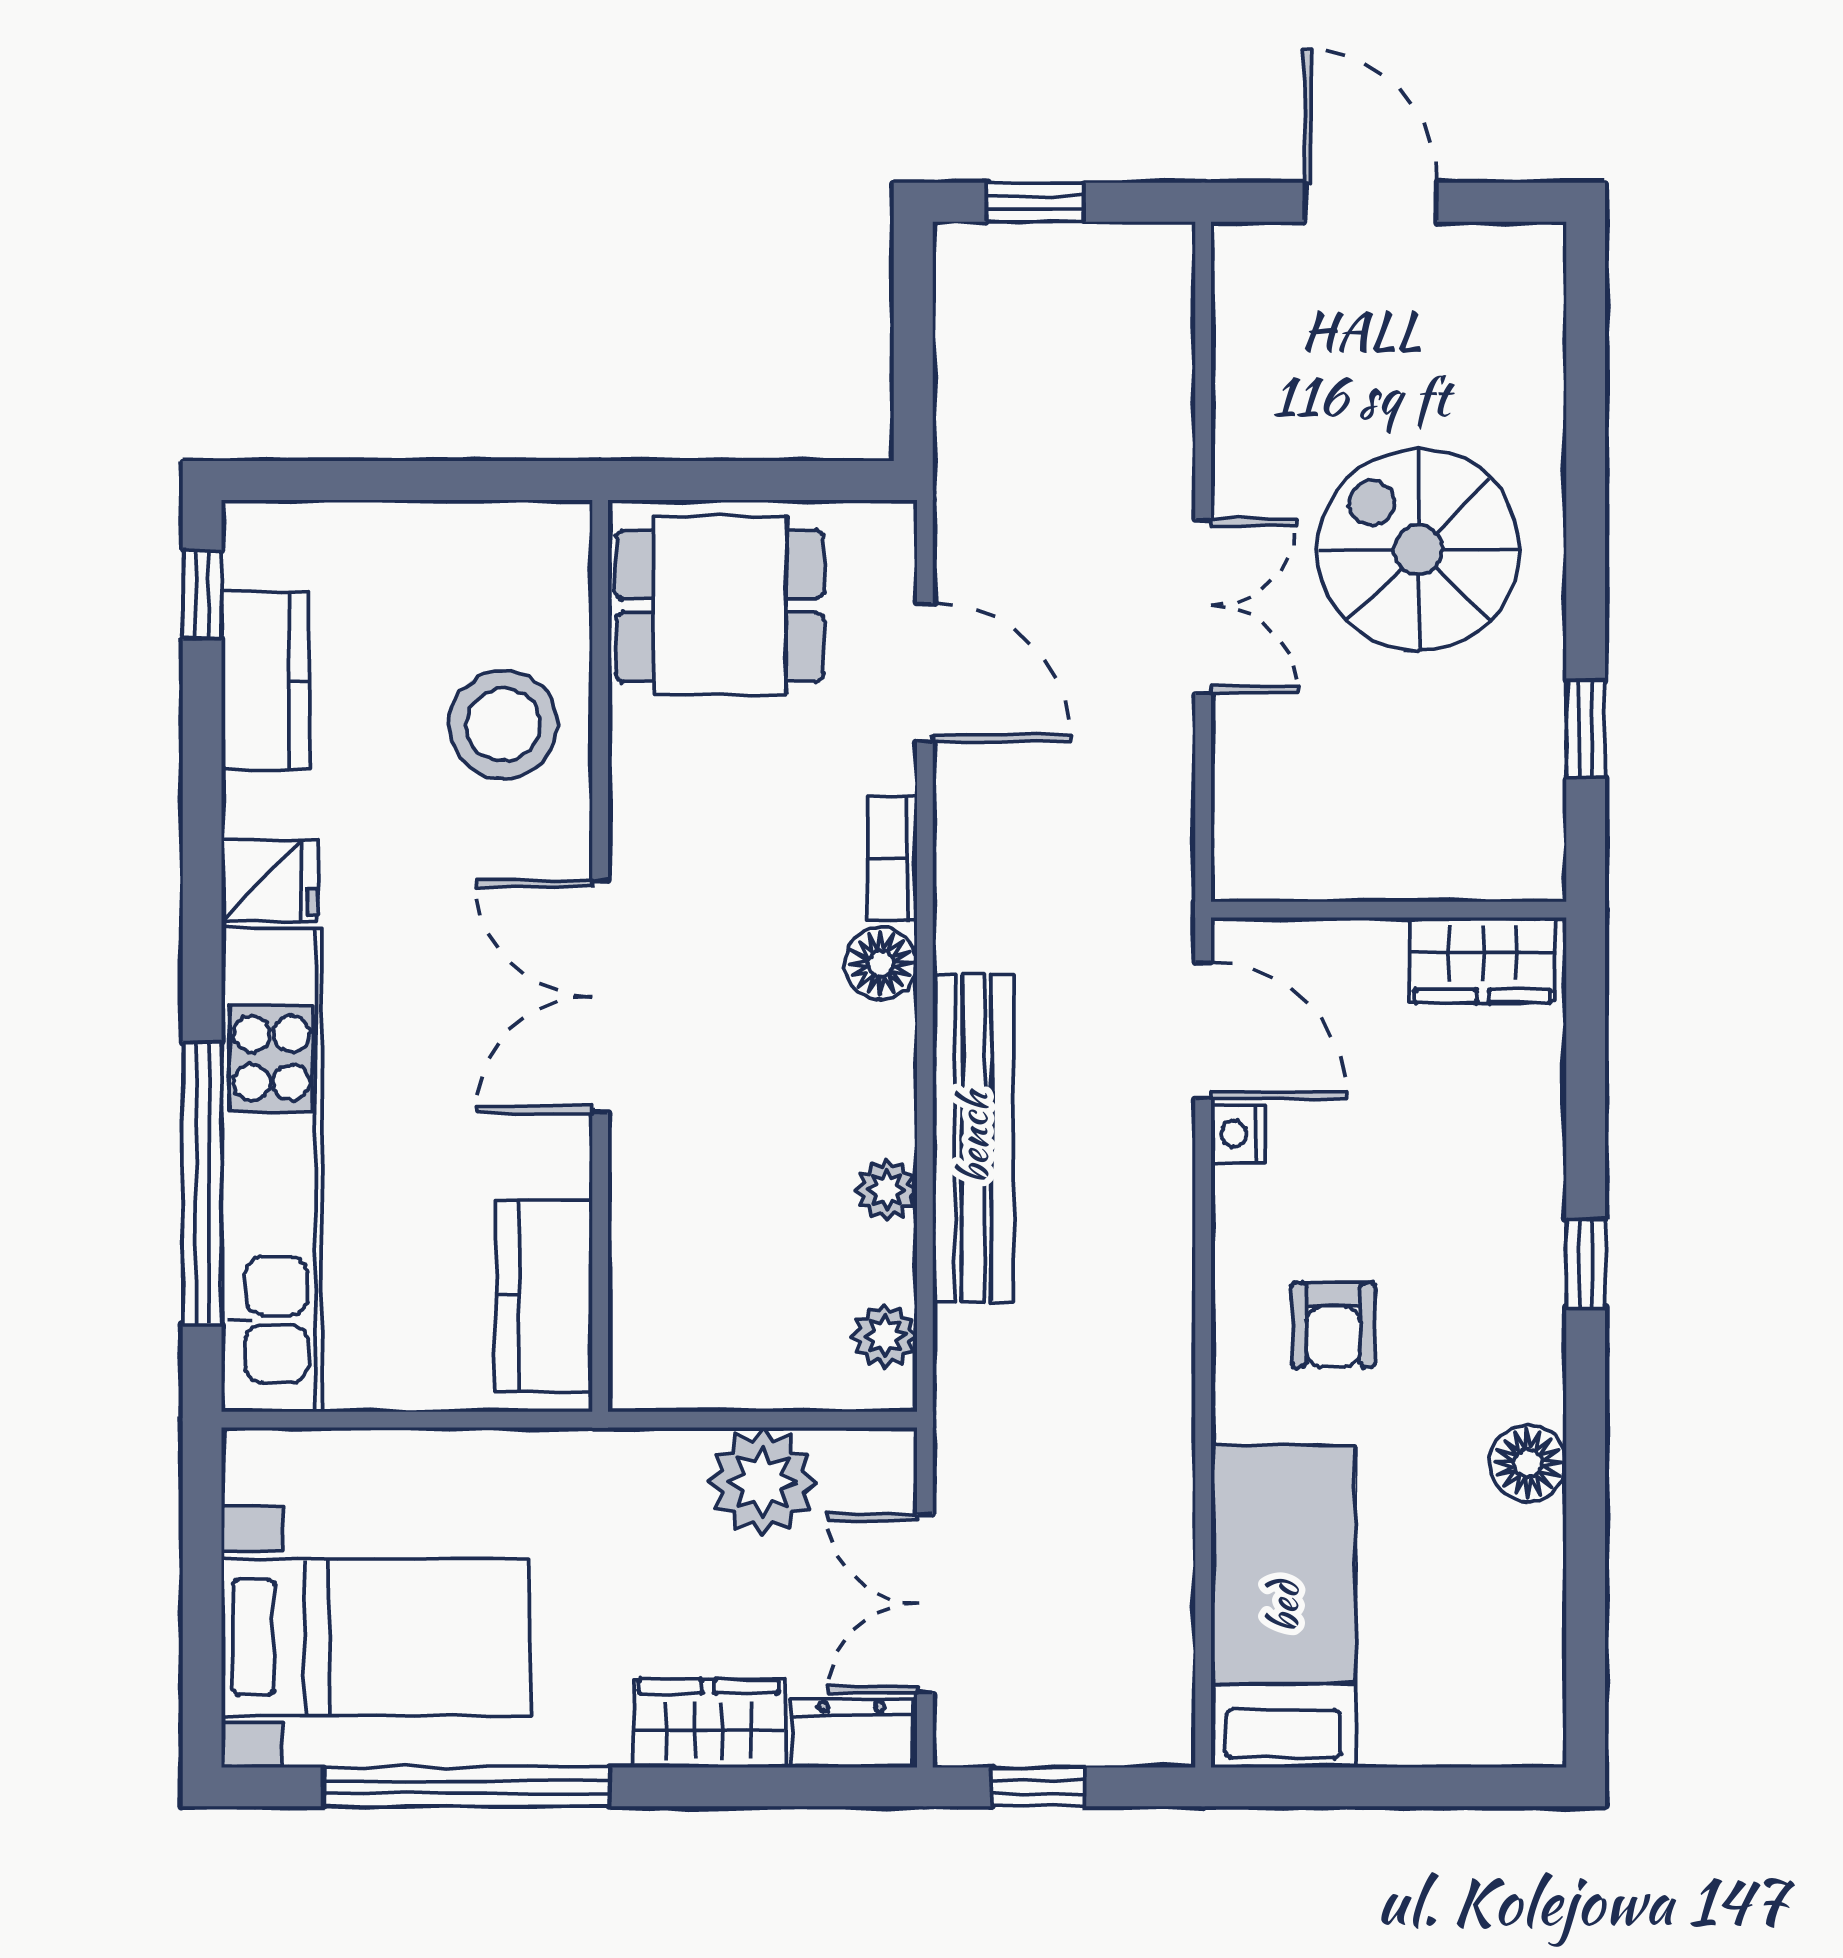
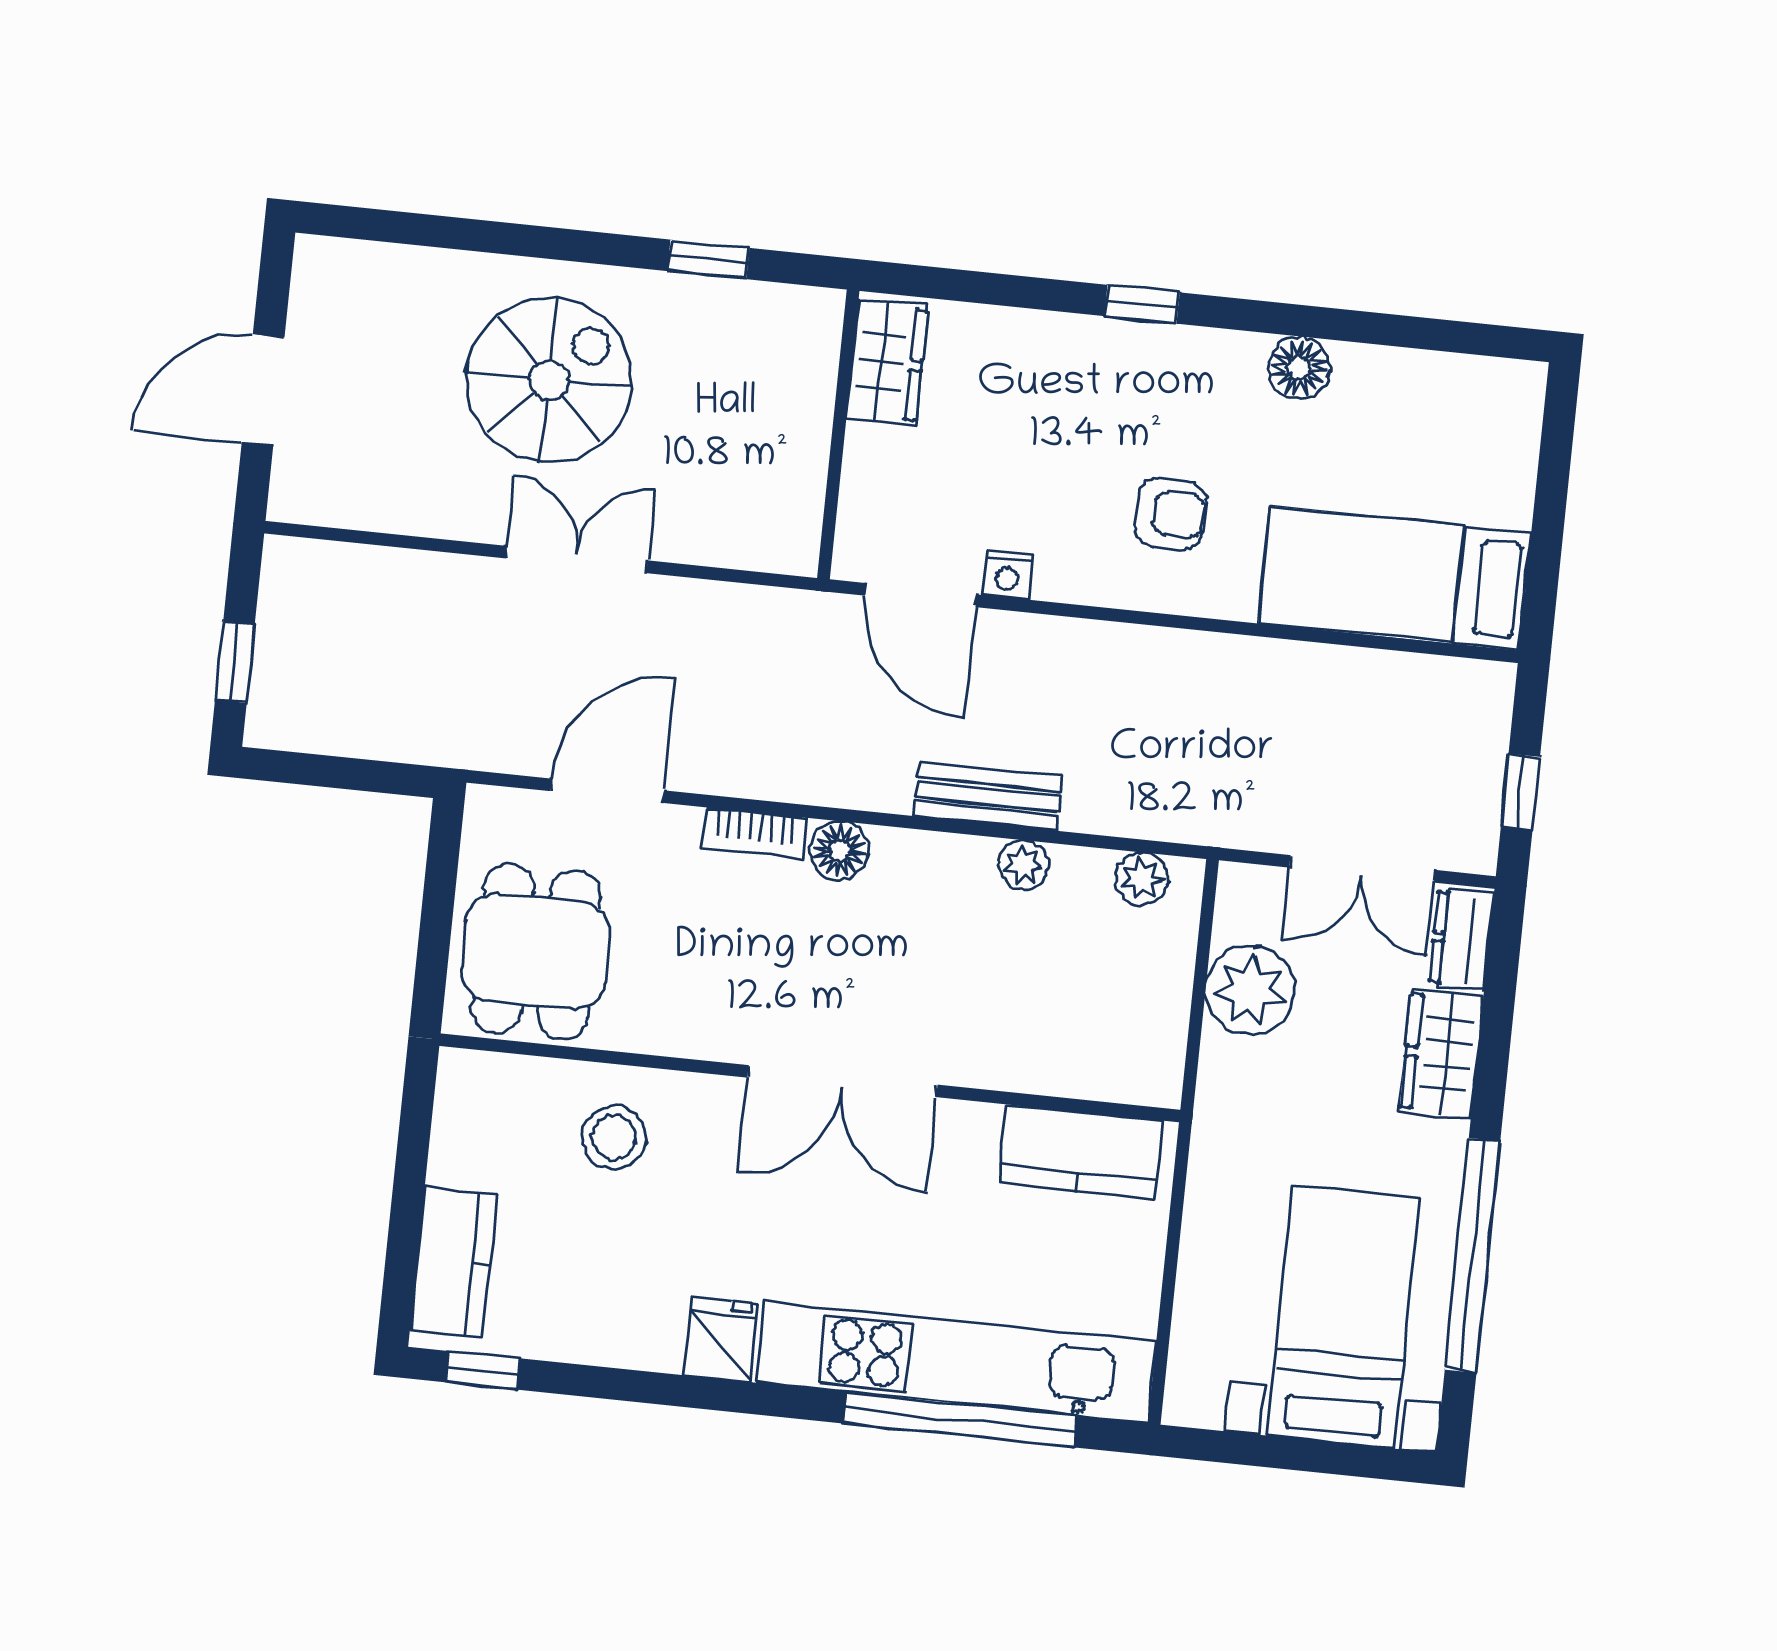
spiral stairs: (1419, 550) -> (549, 380), turned 180
kitchen counter: (266, 680) -> (453, 1262), moved, turned 90
stool: (503, 724) -> (614, 1137), width x0.73, depth x0.73
door: (1203, 1031) -> (921, 595), swing flipped
bench: (973, 1138) -> (988, 796), width x0.54, depth x0.82

